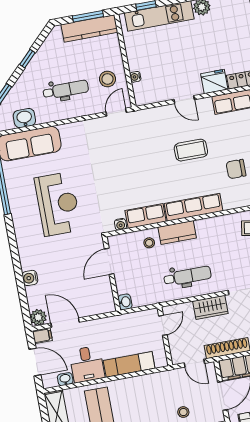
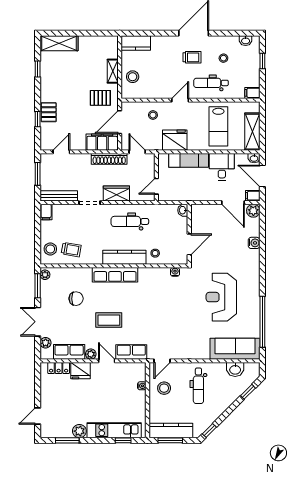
window: (27, 59) -> (209, 430), moved
dental chair: (66, 90) -> (198, 386), turned -90
plant: (205, 104) -> (91, 354), added
row of seats: (146, 216) -> (131, 352), moved, turned 180
kitchen counter: (177, 233) -> (124, 257), width x1.50
washbasin: (65, 379) -> (254, 158), moved
fridge: (151, 386) -> (175, 140), added

